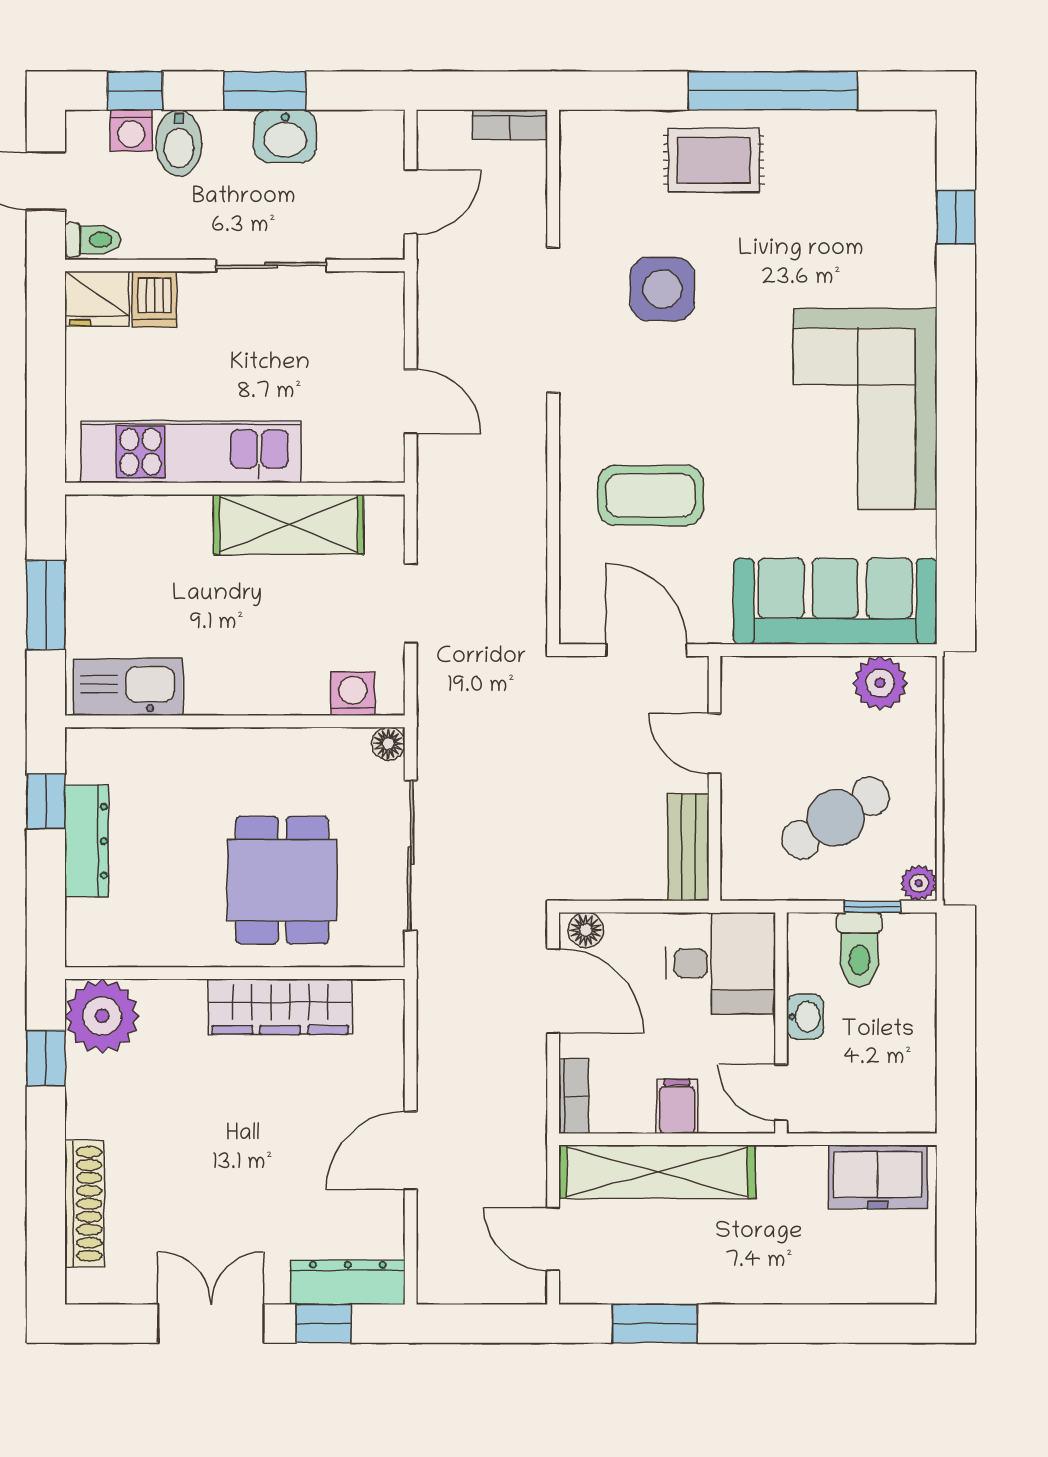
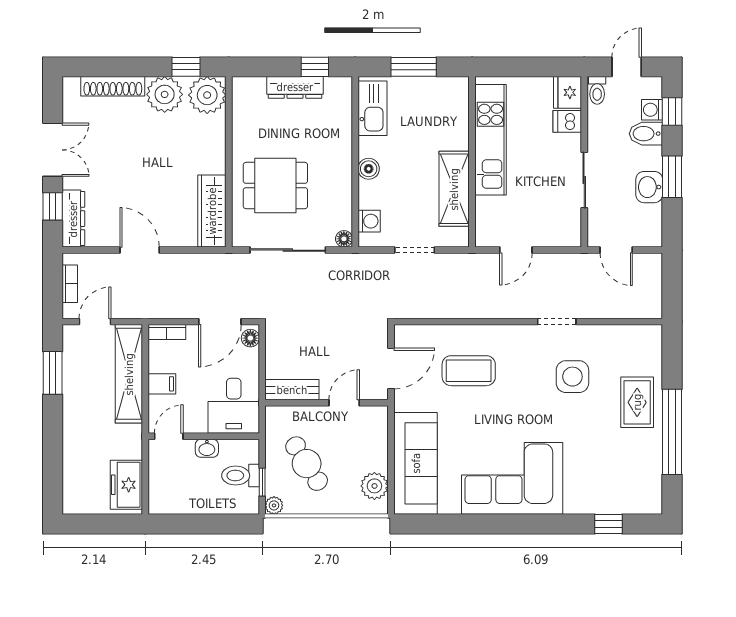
bookcase: (510, 125) -> (70, 284), moved, turned 180
doorway: (553, 320) -> (557, 322), width x0.53
coffee table: (651, 495) -> (469, 371), turned 90
boiler: (249, 695) -> (369, 169), added
wardrobe: (280, 1007) -> (212, 211), moved
plant: (101, 1101) -> (165, 94), added

